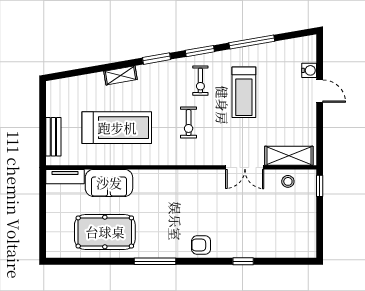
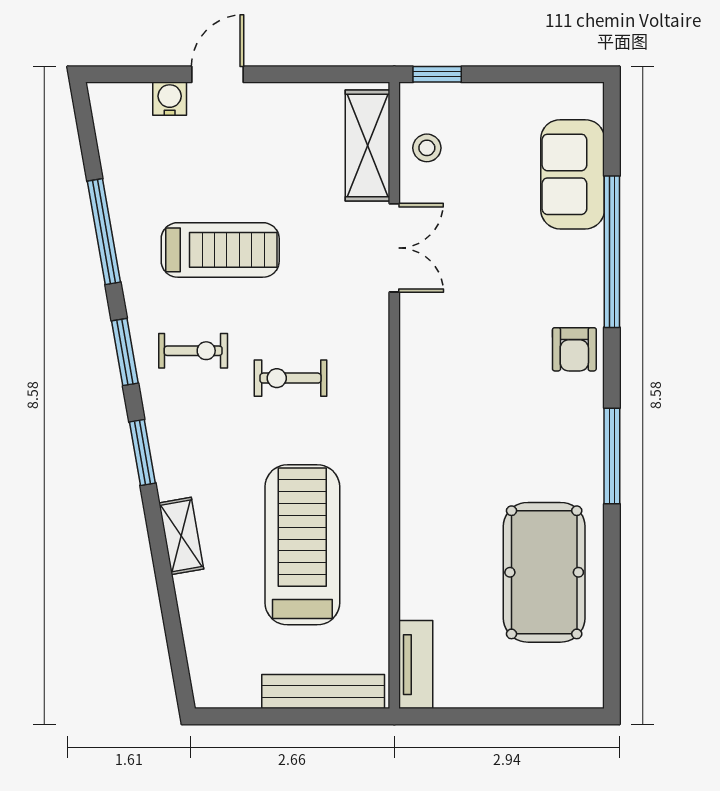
exercise bike: (189, 123) -> (290, 378), turned 180
bench: (53, 137) -> (323, 692), width x1.36
sofa: (109, 183) -> (573, 174), moved, turned 180
window: (243, 261) -> (612, 252), width x3.17

